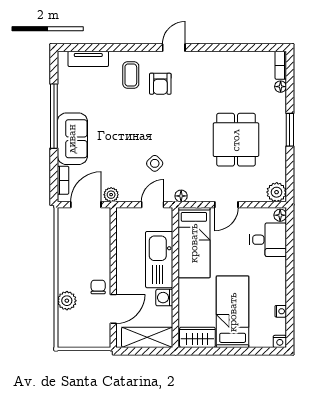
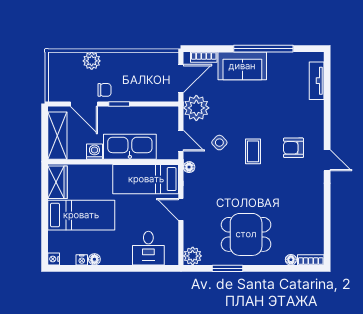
coffee table: (131, 75) -> (253, 151), moved, turned 90
window: (290, 130) -> (227, 268), moved
dining table: (236, 140) -> (246, 234), moved
plant: (111, 195) -> (196, 108), width x1.87, depth x1.87
door: (86, 205) -> (181, 78), hinge flipped
floor lamp: (280, 215) -> (94, 259), moved
window: (113, 271) -> (119, 104), added

